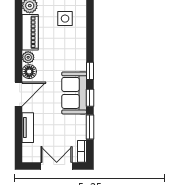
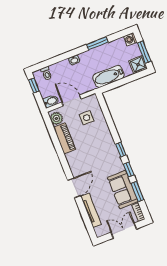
plant: (28, 57) -> (70, 158), removed
floor lamp: (29, 72) -> (75, 168), removed
sofa: (74, 93) -> (123, 189), moved
tv unit: (28, 128) -> (91, 210), width x1.41

